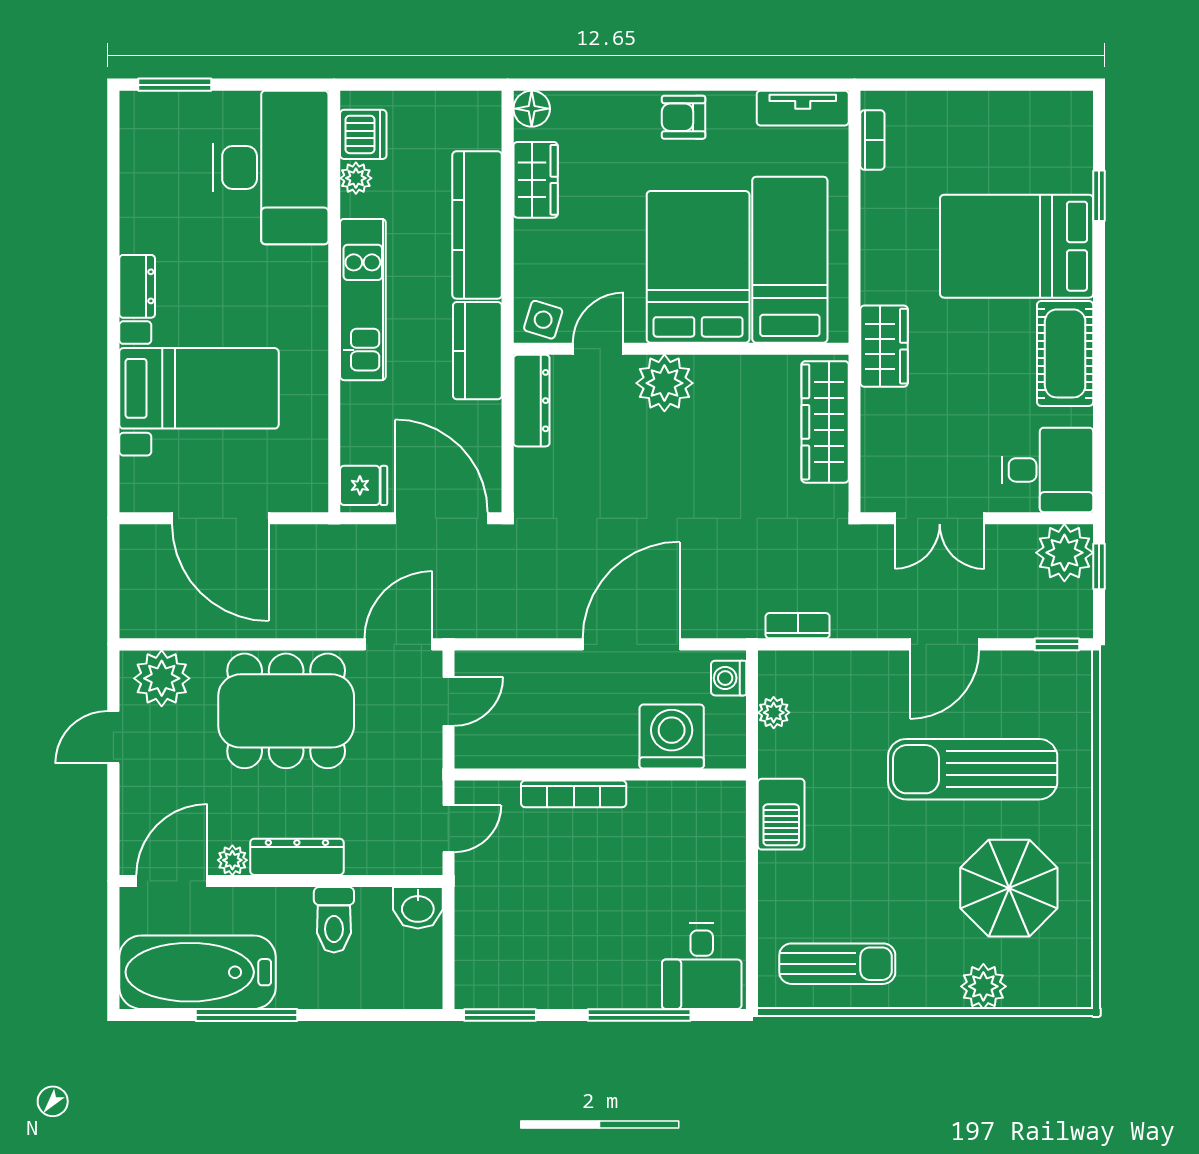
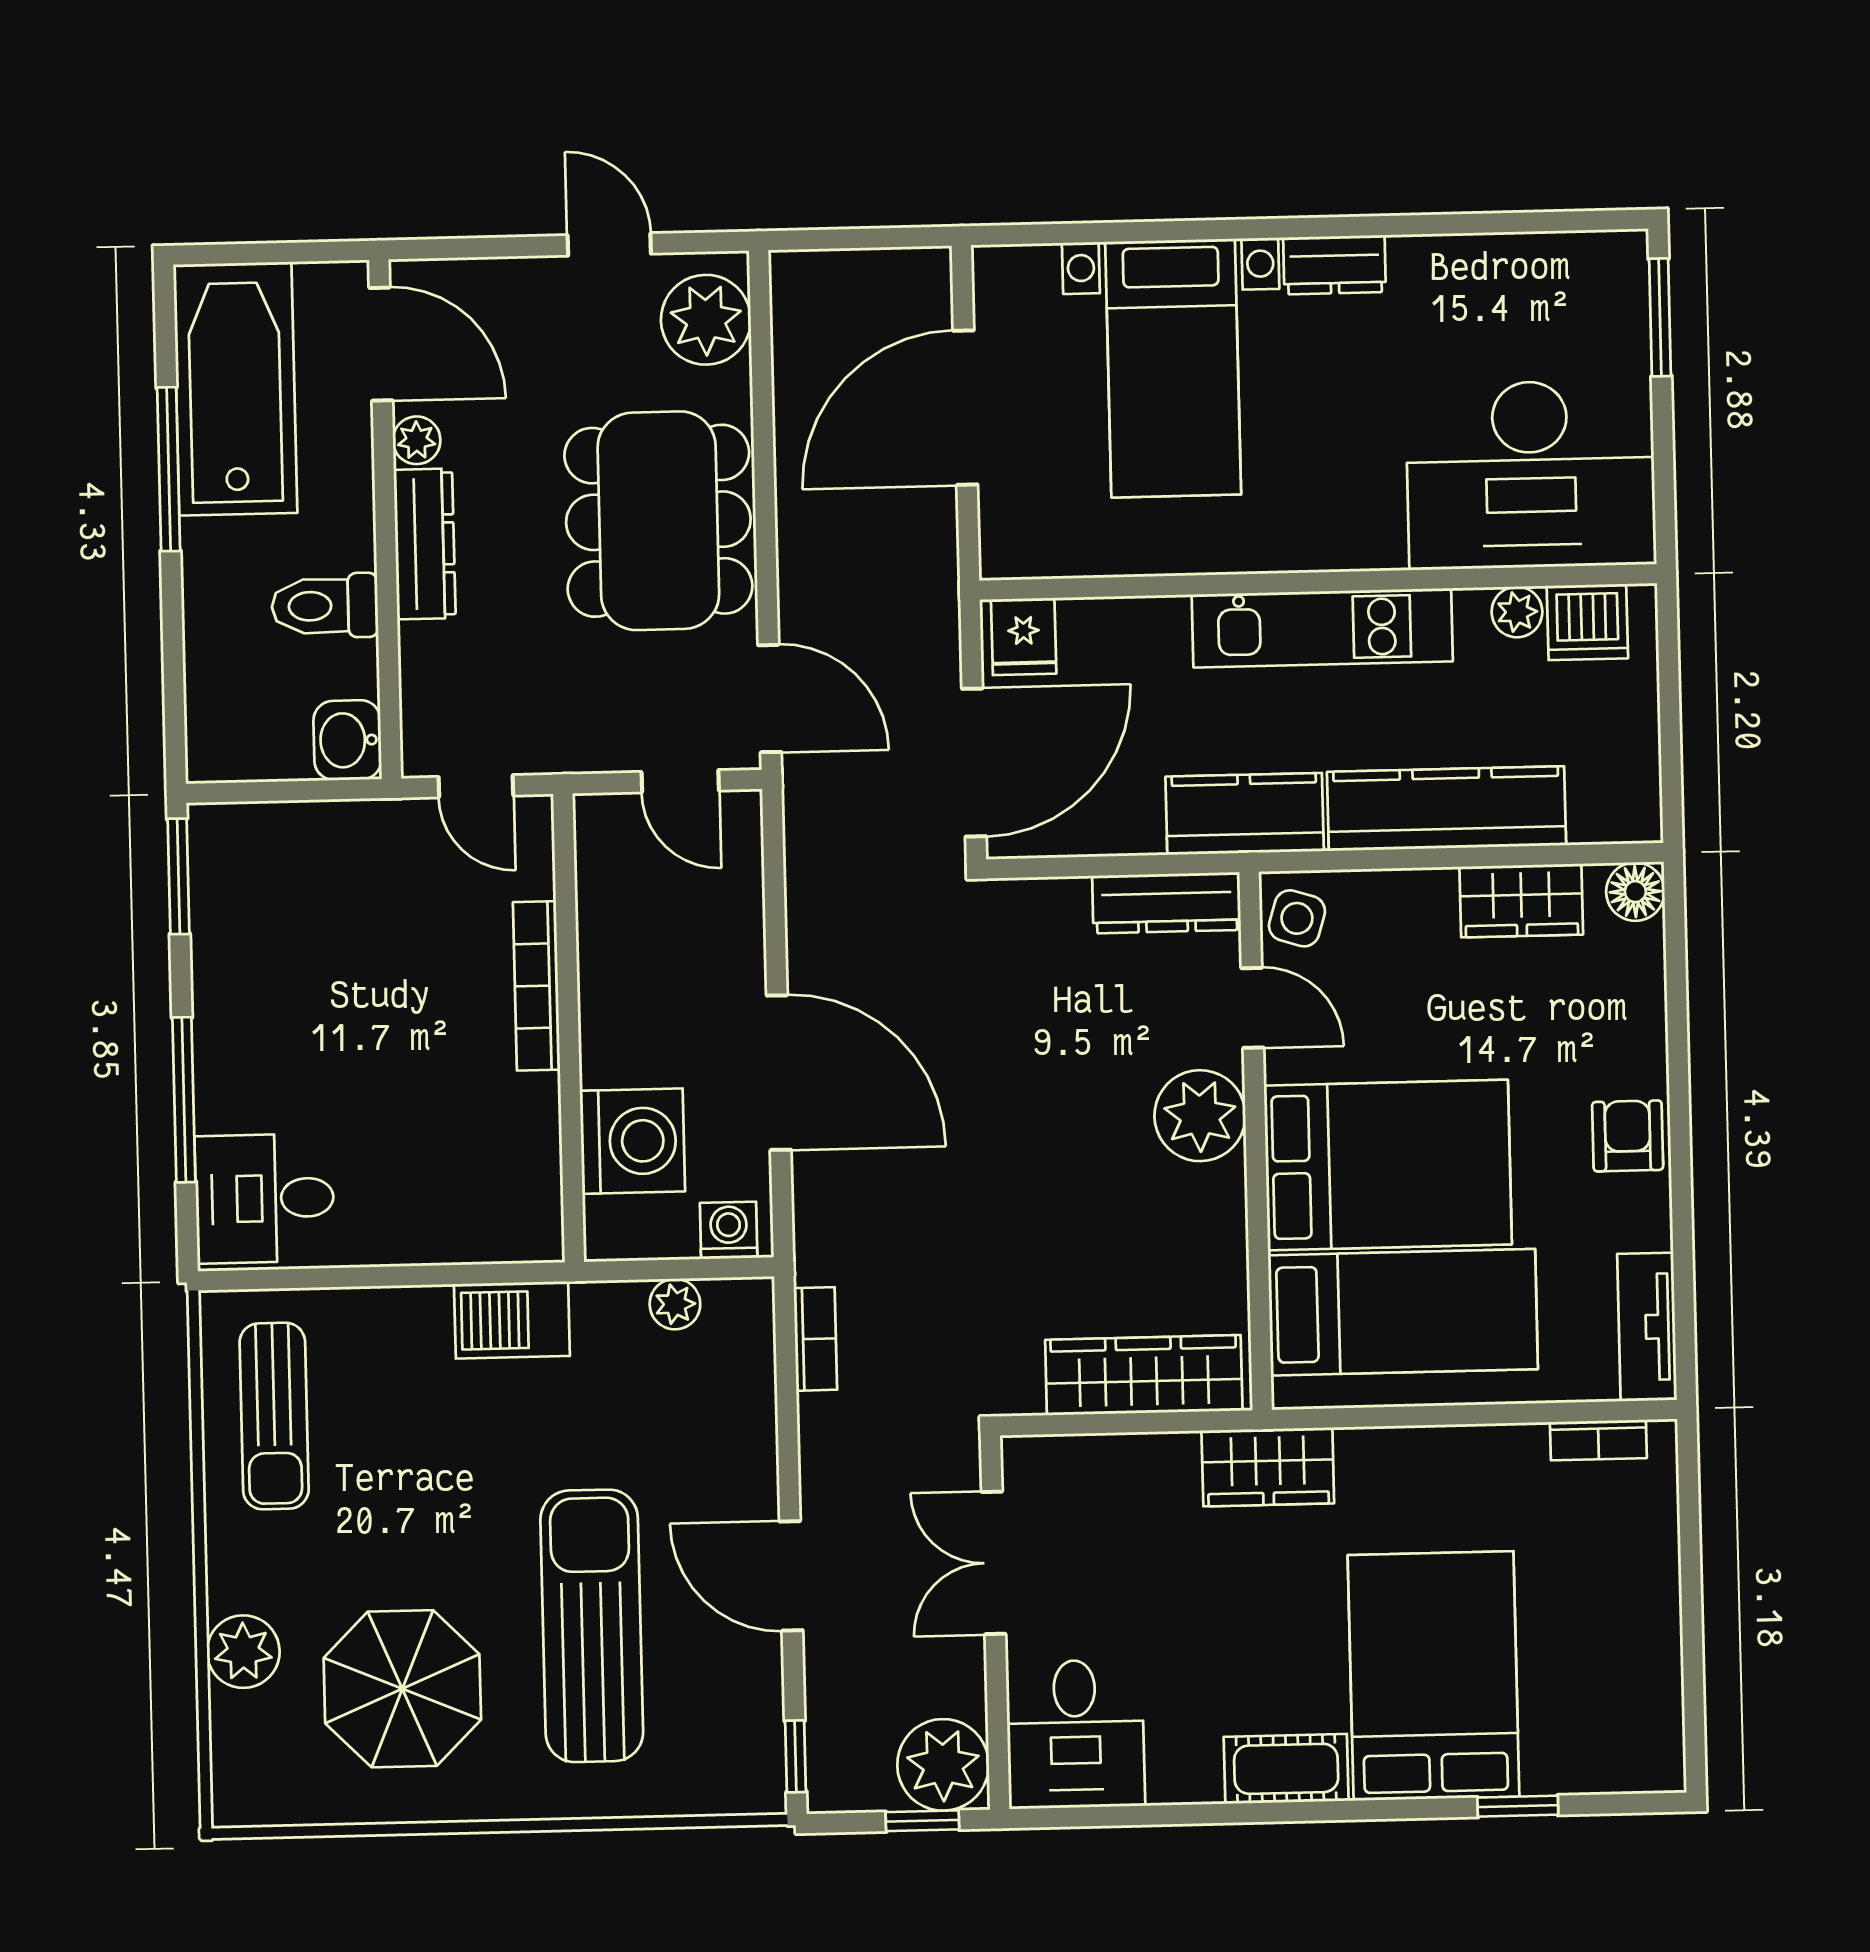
cot: (1065, 353) -> (1286, 1769), width x0.73, depth x0.75

